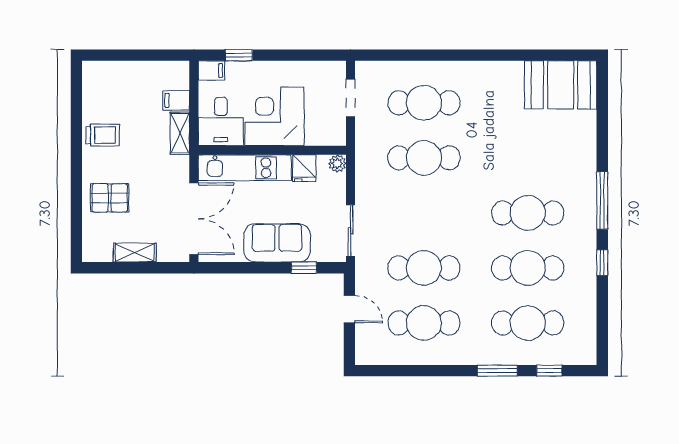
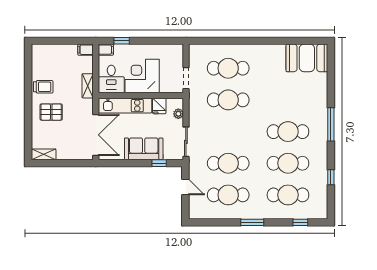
doorway: (350, 98) -> (186, 78), moved
filing cabinet: (176, 100) -> (86, 50), moved
plant: (337, 163) -> (178, 114), moved
pallet: (110, 198) -> (51, 112), moved
shelving: (135, 253) -> (44, 154), moved
window: (602, 263) -> (331, 177), moved
window: (497, 371) -> (252, 222), moved

